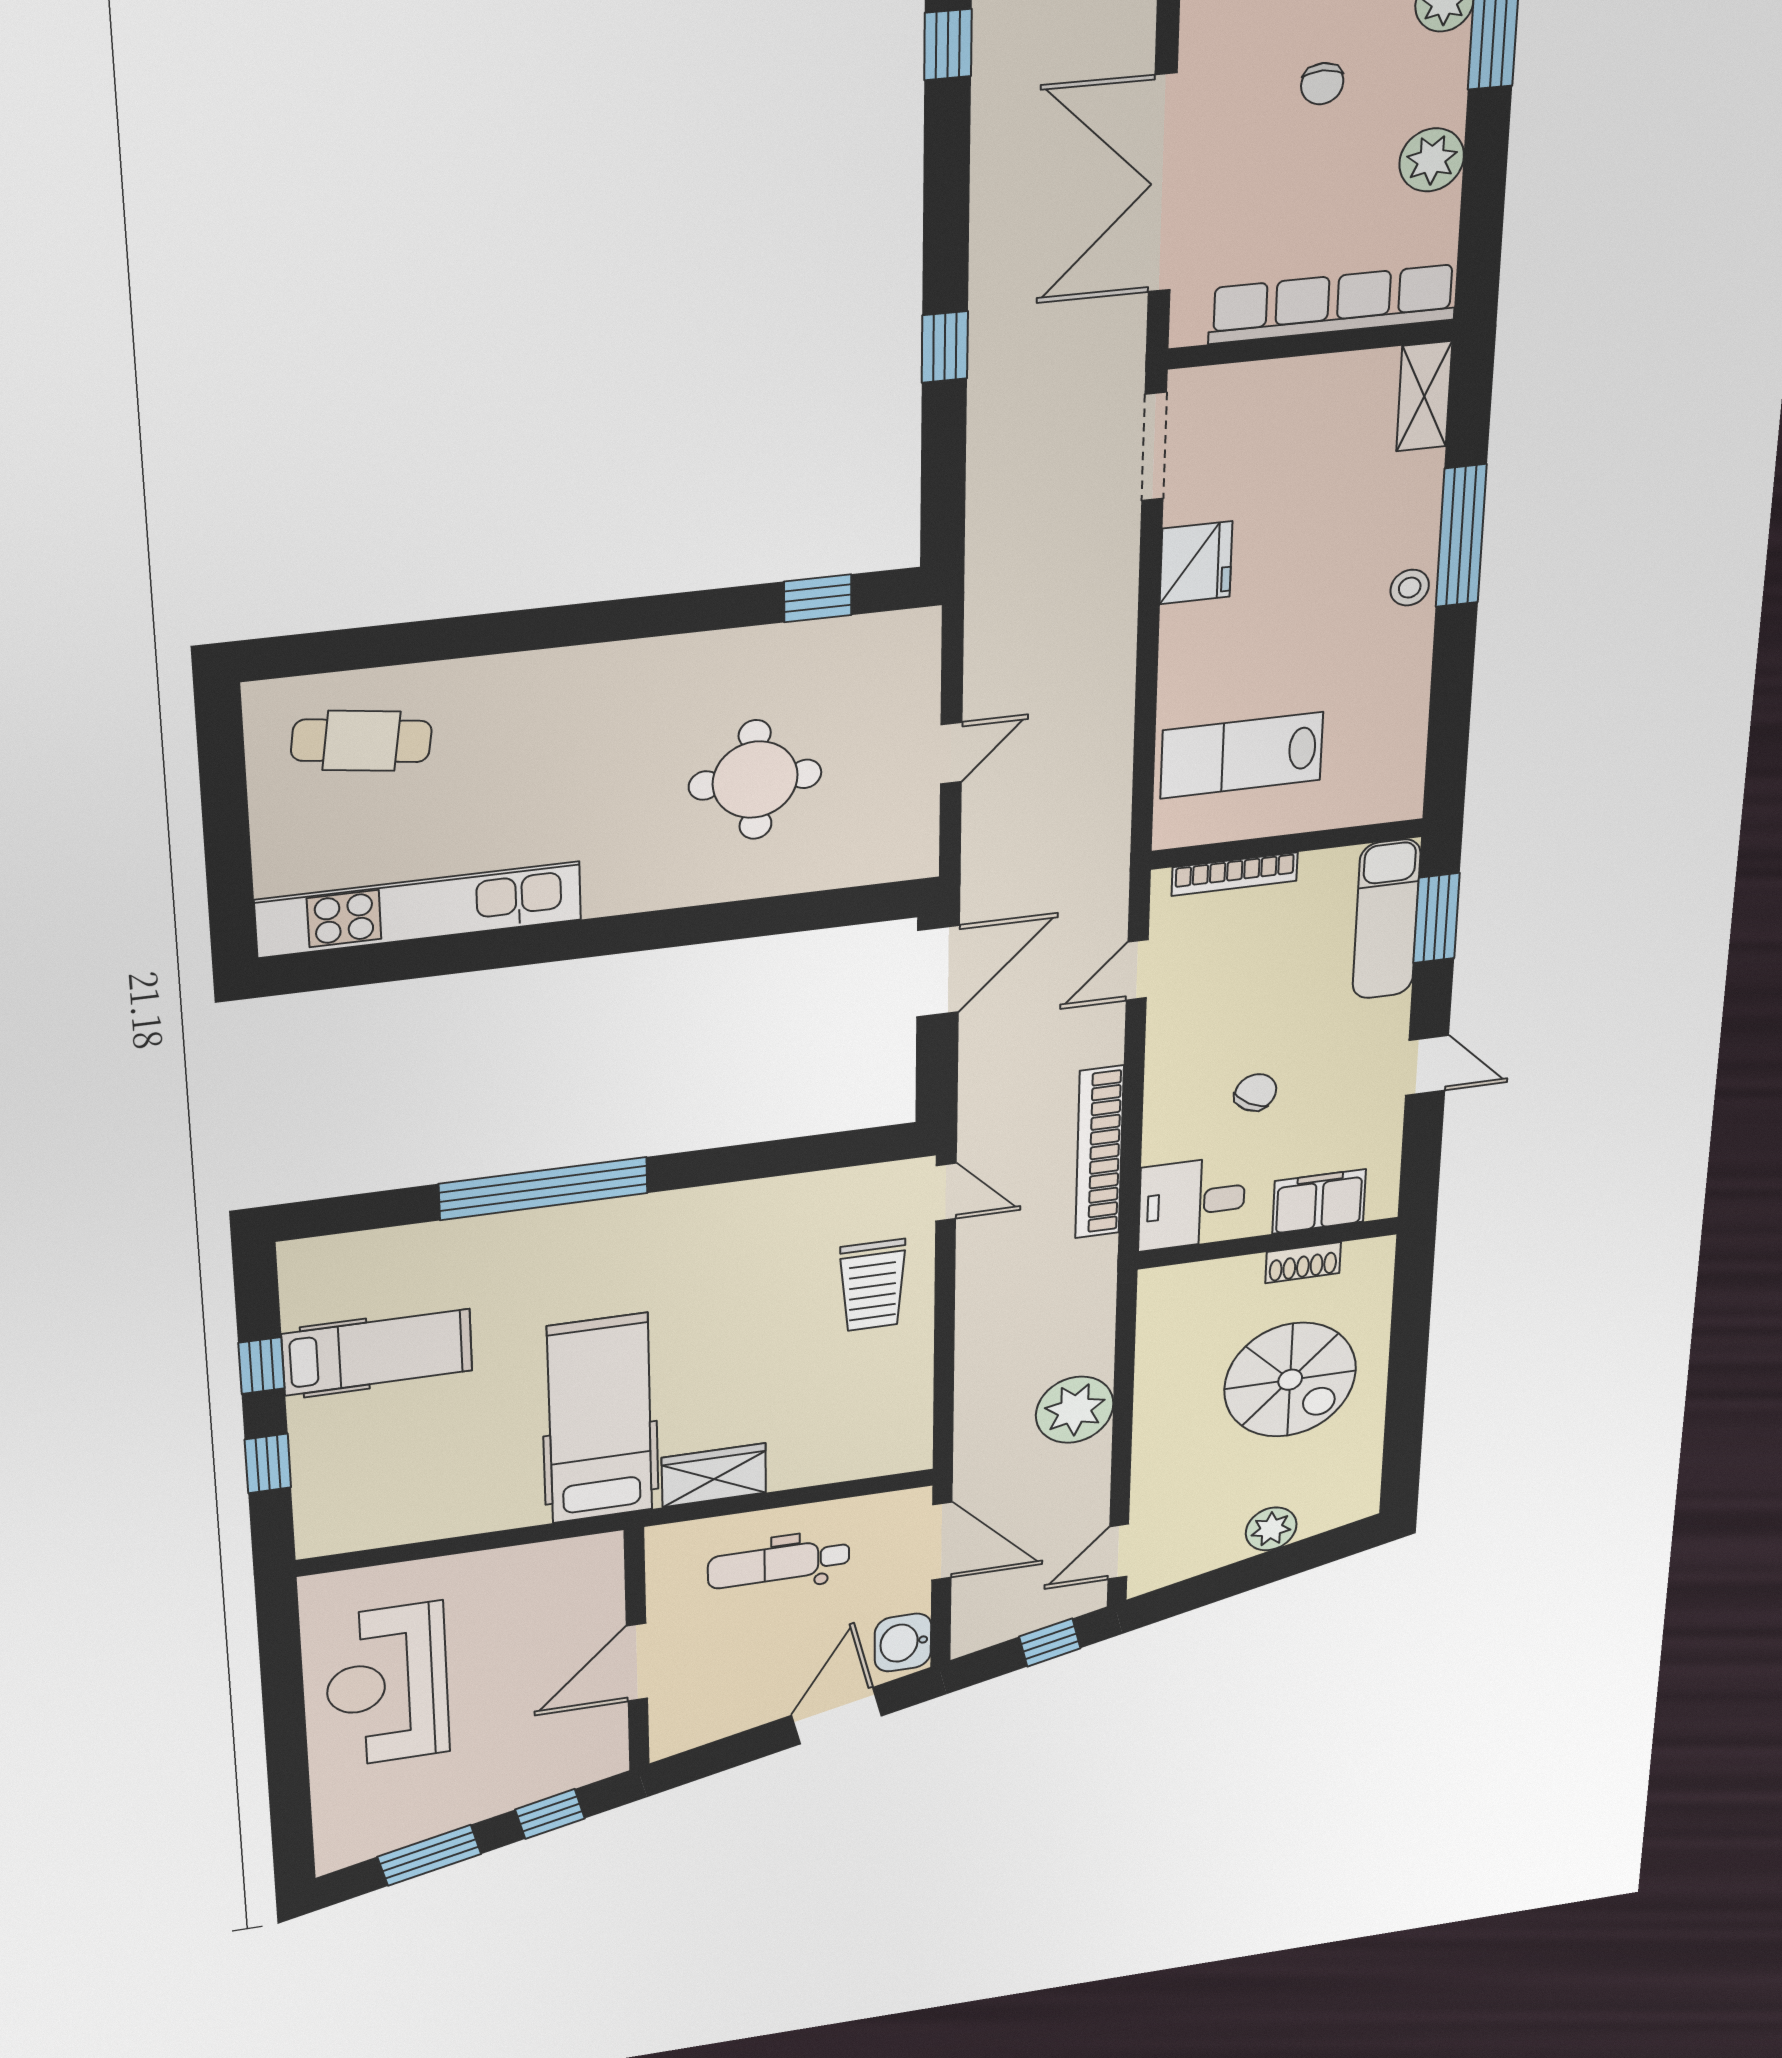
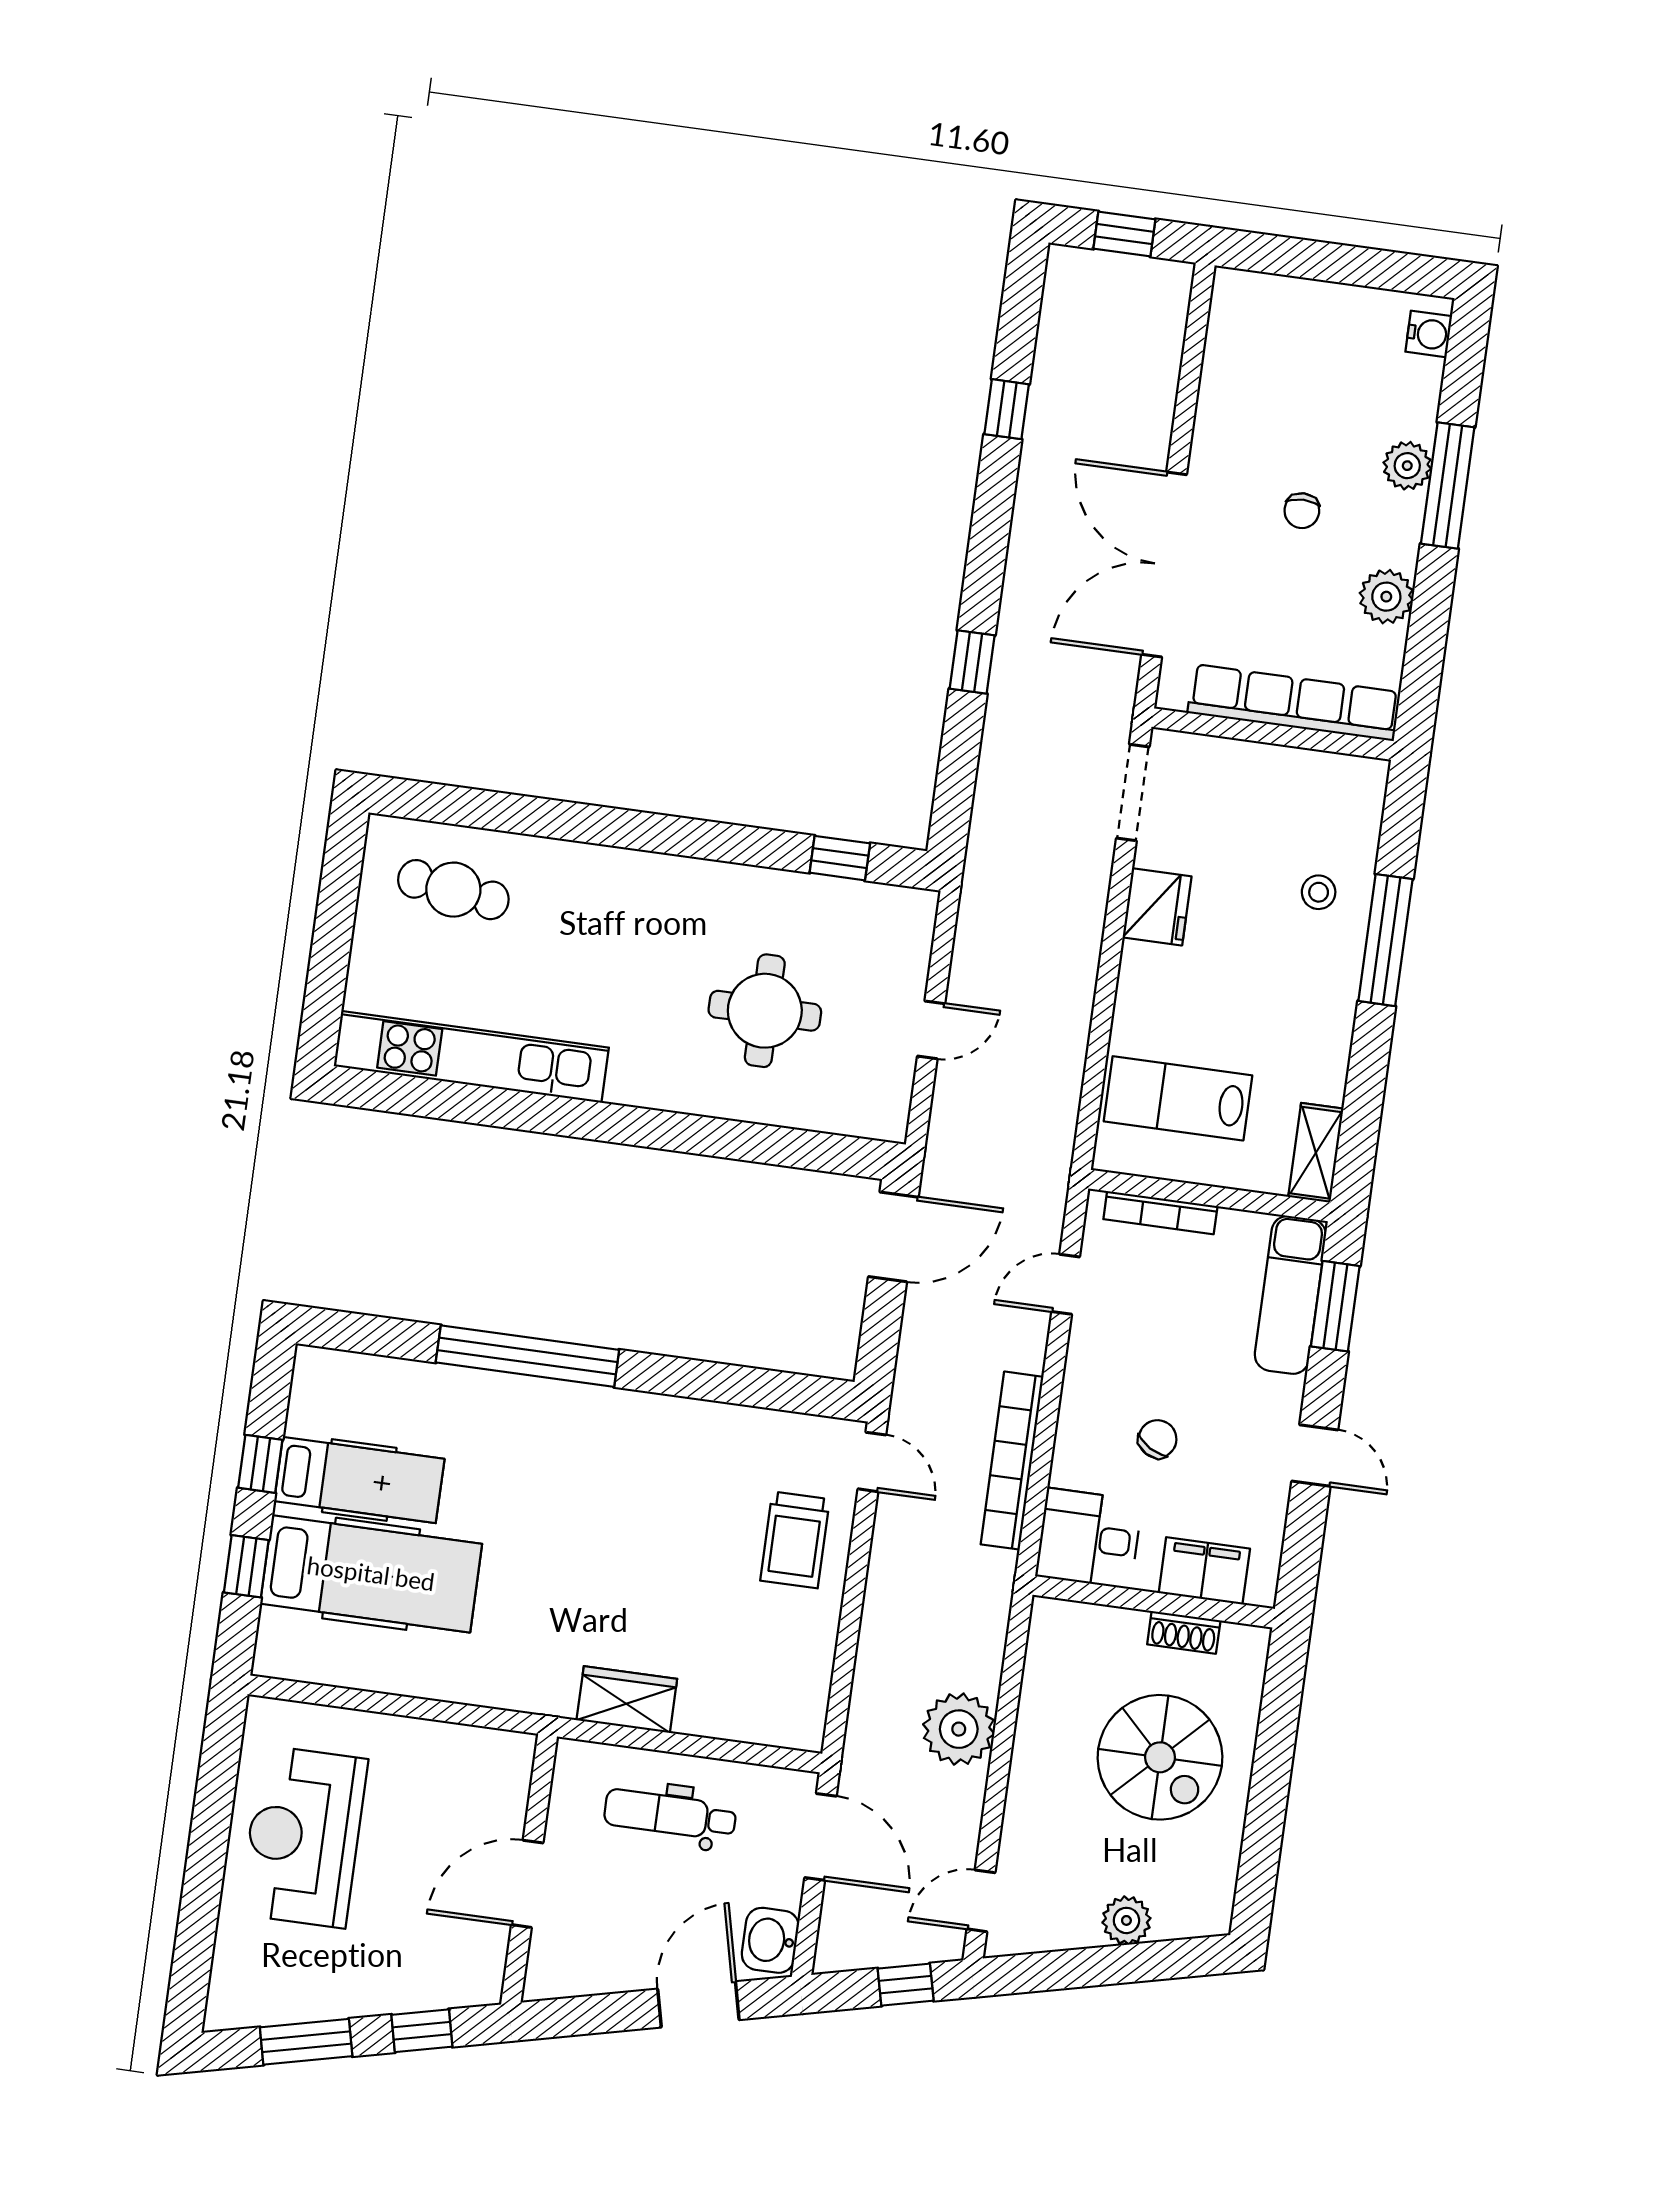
shelving: (1424, 396) -> (1316, 1153), moved
stool: (1410, 588) -> (1319, 892), moved
hospital bed: (600, 1419) -> (371, 1574), moved, turned 90

